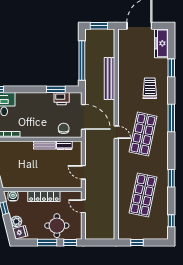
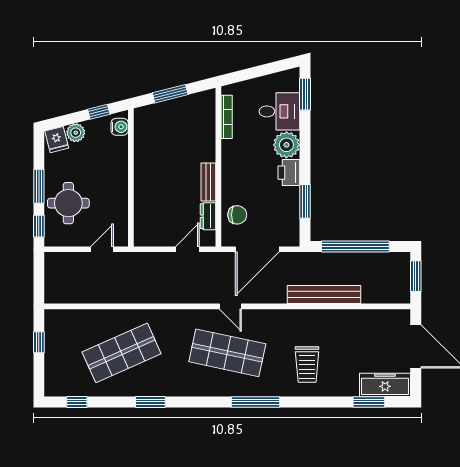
window: (171, 68) -> (369, 402), moved
trolley: (150, 88) -> (307, 364), turned 90
printer: (62, 99) -> (289, 173), moved
plant: (23, 100) -> (286, 145), added
door: (116, 132) -> (230, 306), hinge flipped
door: (83, 172) -> (187, 249), moved
shop shelf: (143, 195) -> (122, 353), turned -36
locker: (44, 196) -> (119, 181), removed

